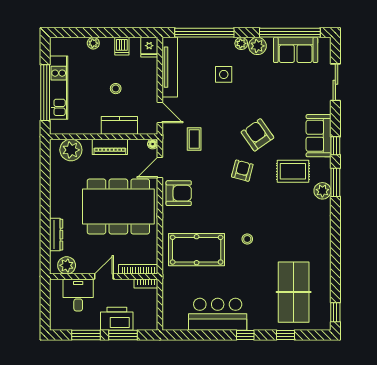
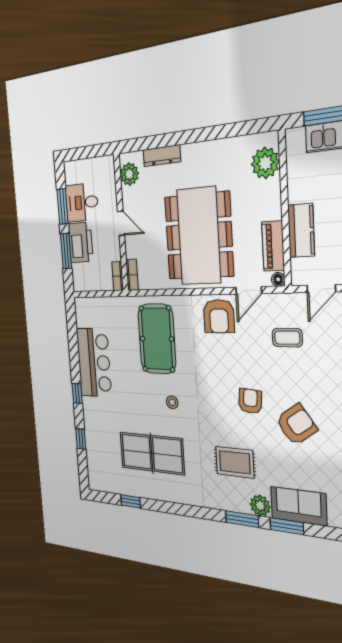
window: (335, 146) -> (287, 526), width x1.50
piano: (110, 147) -> (273, 246), moved
door: (160, 167) -> (249, 290), swing flipped
armchair: (242, 171) -> (250, 401), turned -100
rug: (293, 171) -> (235, 462), moved, turned 90
plant: (322, 191) -> (260, 506), moved
bookcase: (138, 269) -> (132, 275), width x0.64
table tennis table: (294, 292) -> (152, 453), moved
desk: (78, 295) -> (82, 203), moved, turned 180
window: (335, 312) -> (131, 501), moved

